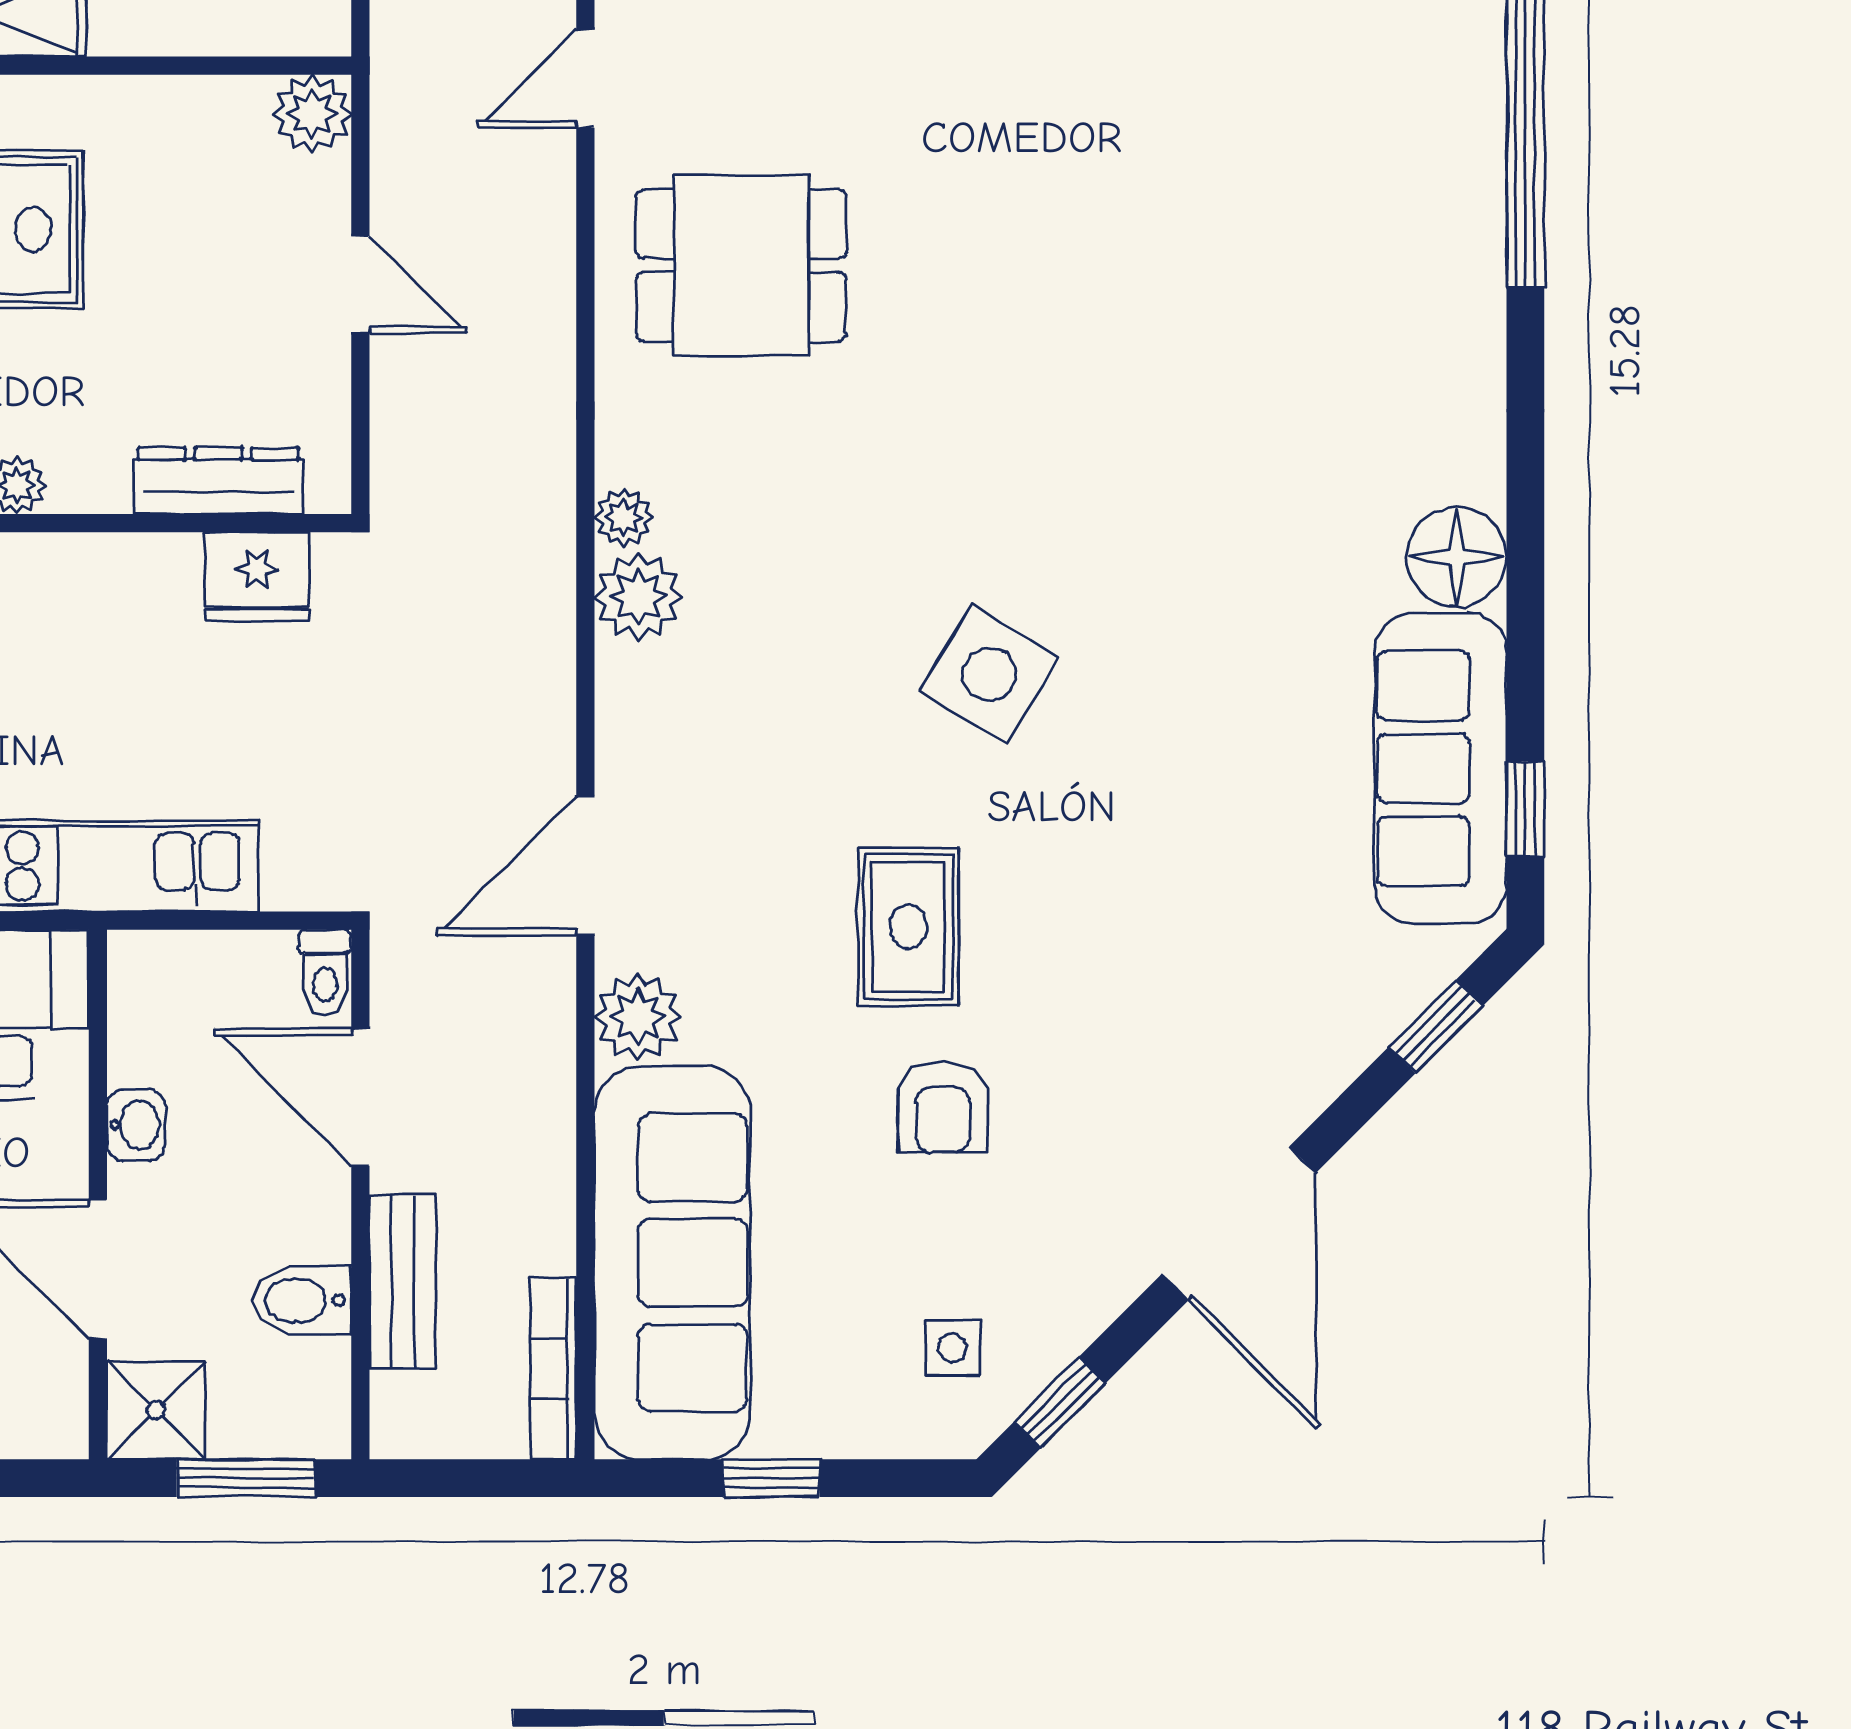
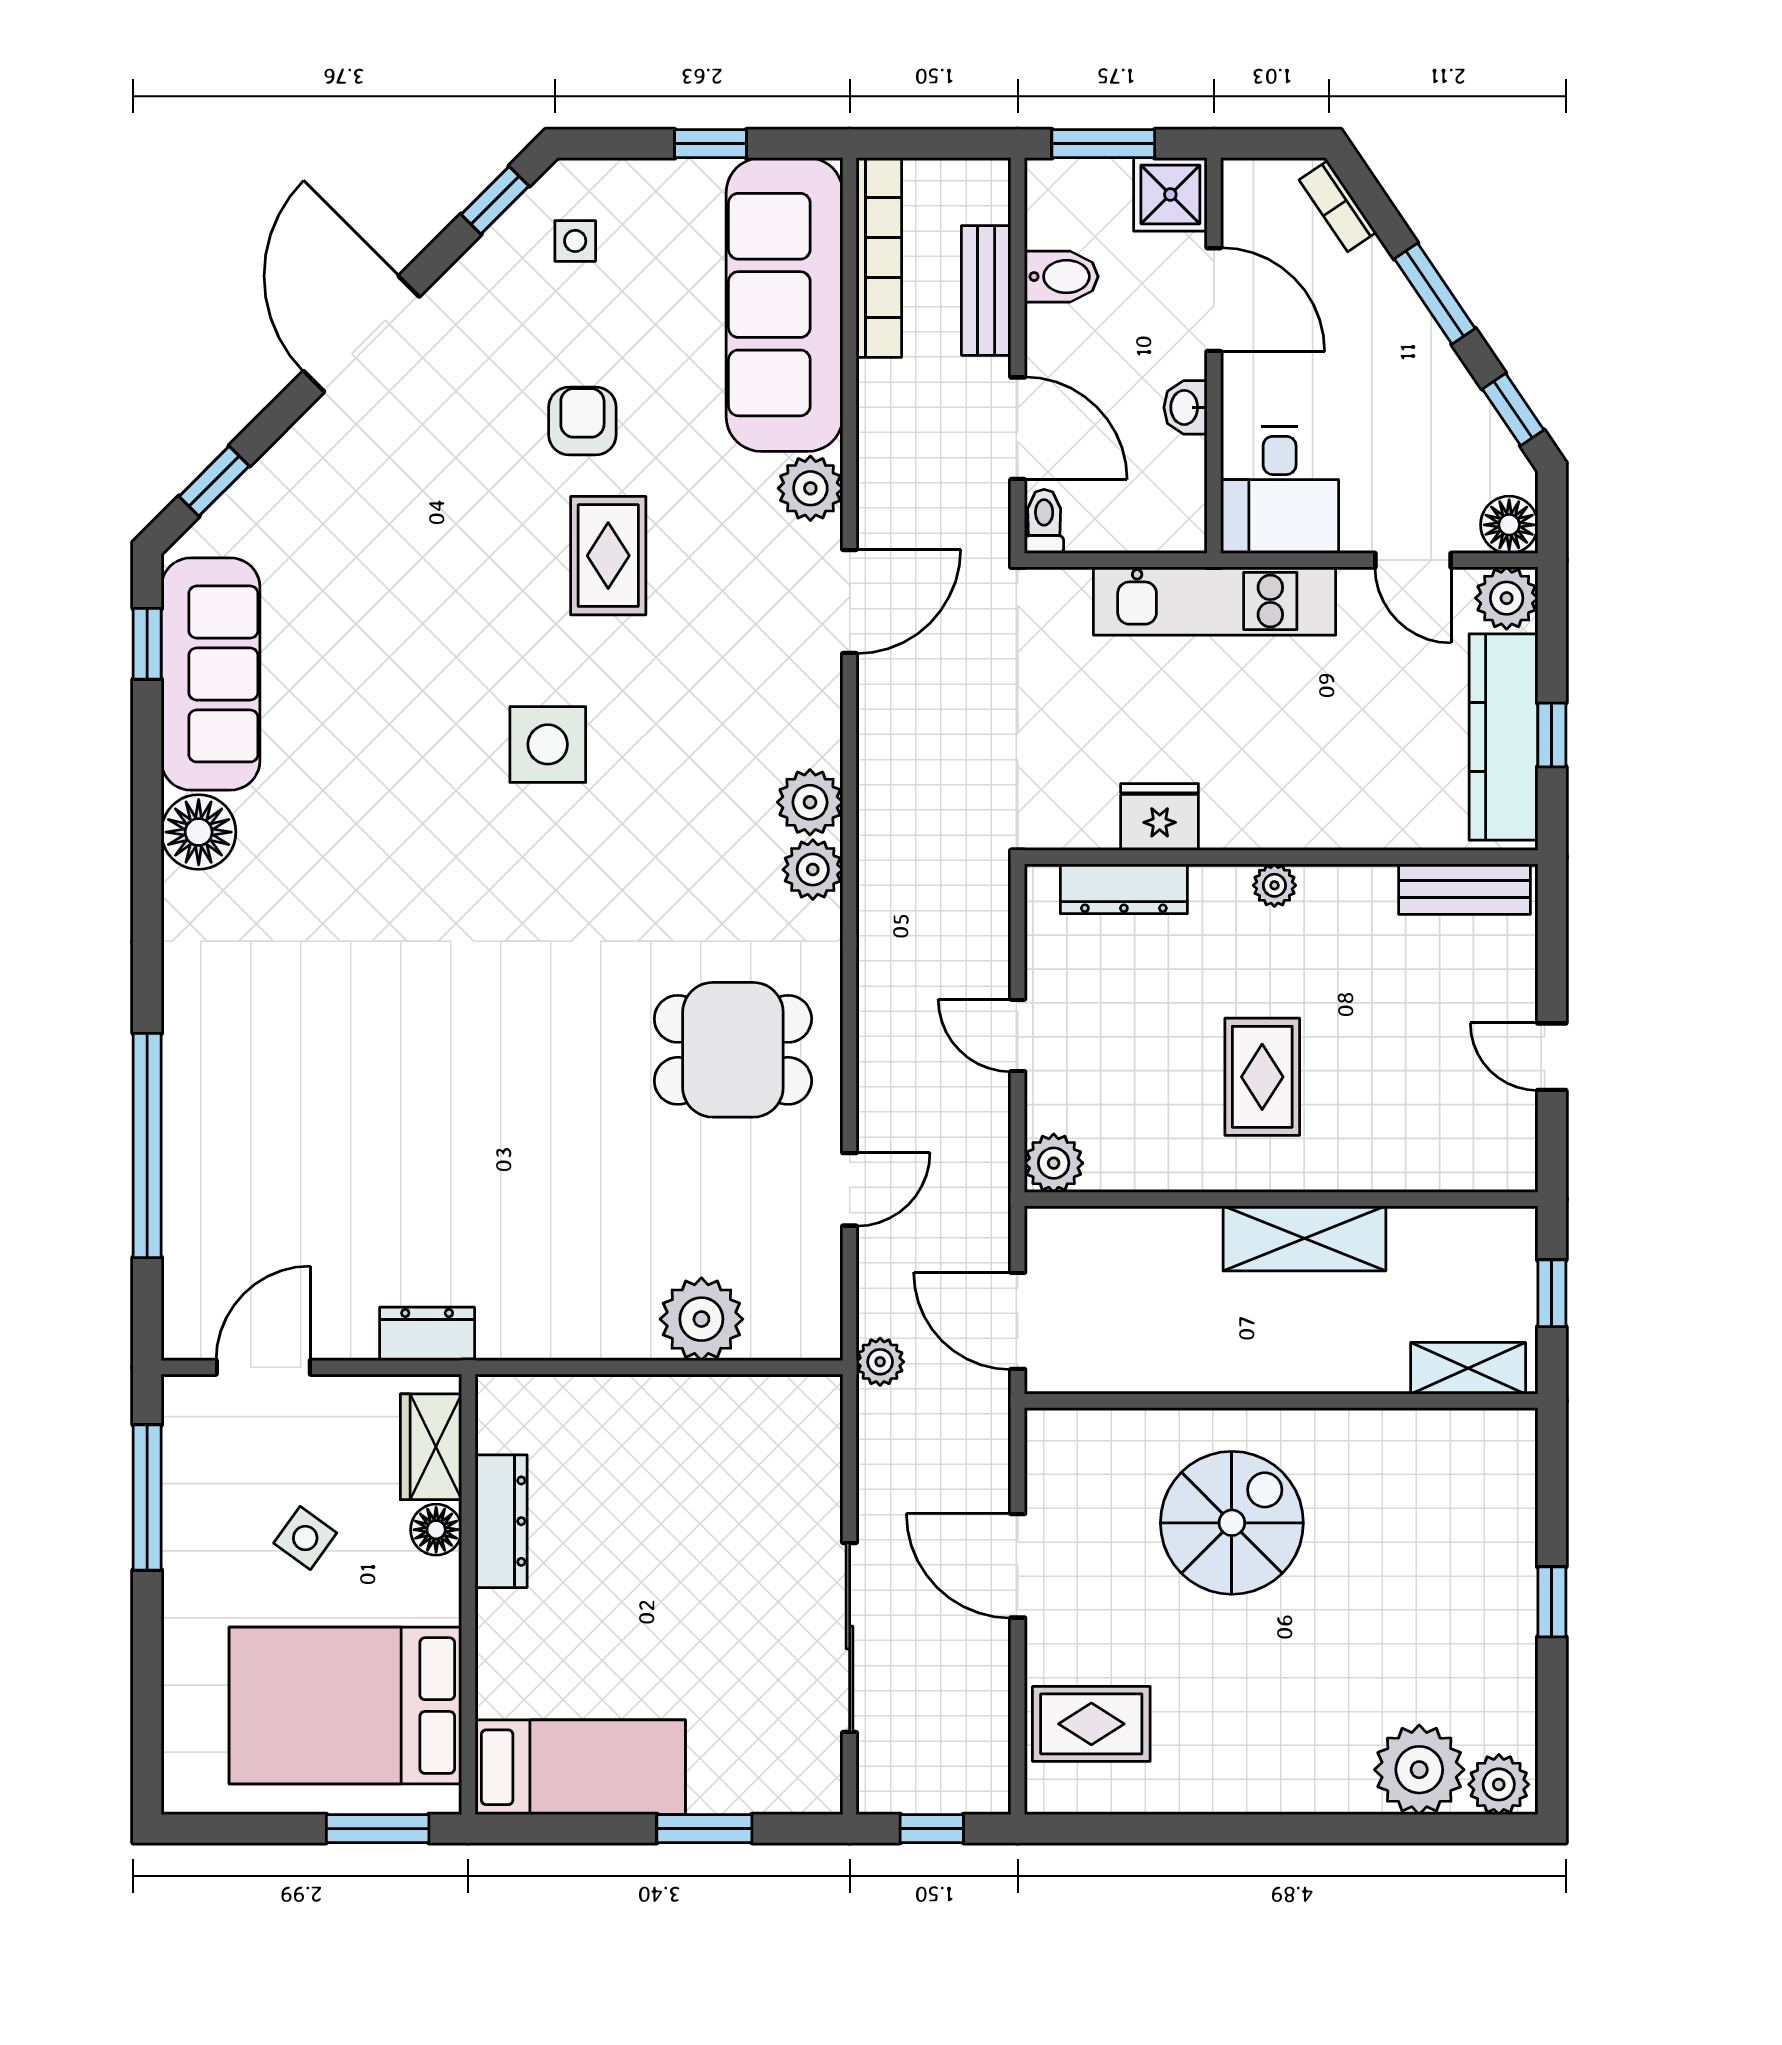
plant: (624, 518) -> (813, 870), width x1.38, depth x1.38
fridge: (257, 577) -> (1160, 817), moved
side table: (989, 674) -> (548, 744), turned -31
bookcase: (553, 1369) -> (879, 258), width x1.48, depth x1.31

